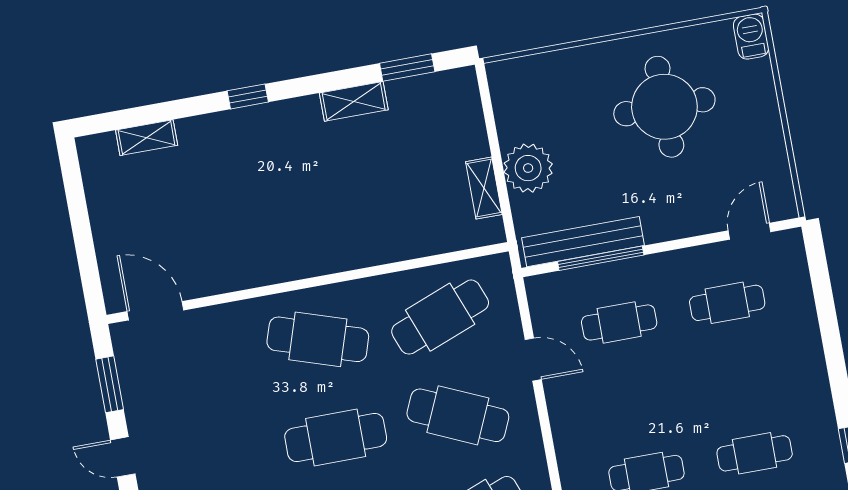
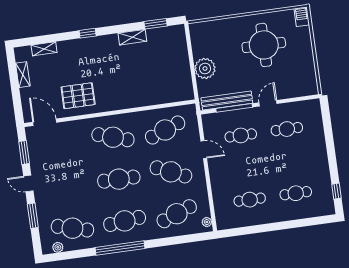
shelving: (484, 188) -> (23, 75), moved
door: (750, 231) -> (268, 103), moved
pallet: (231, 245) -> (78, 96), added

